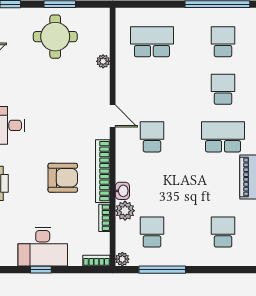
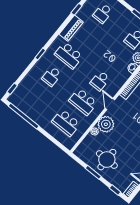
school desk: (223, 42) -> (83, 102), moved, width x1.85
plant: (96, 84) -> (106, 124), added

